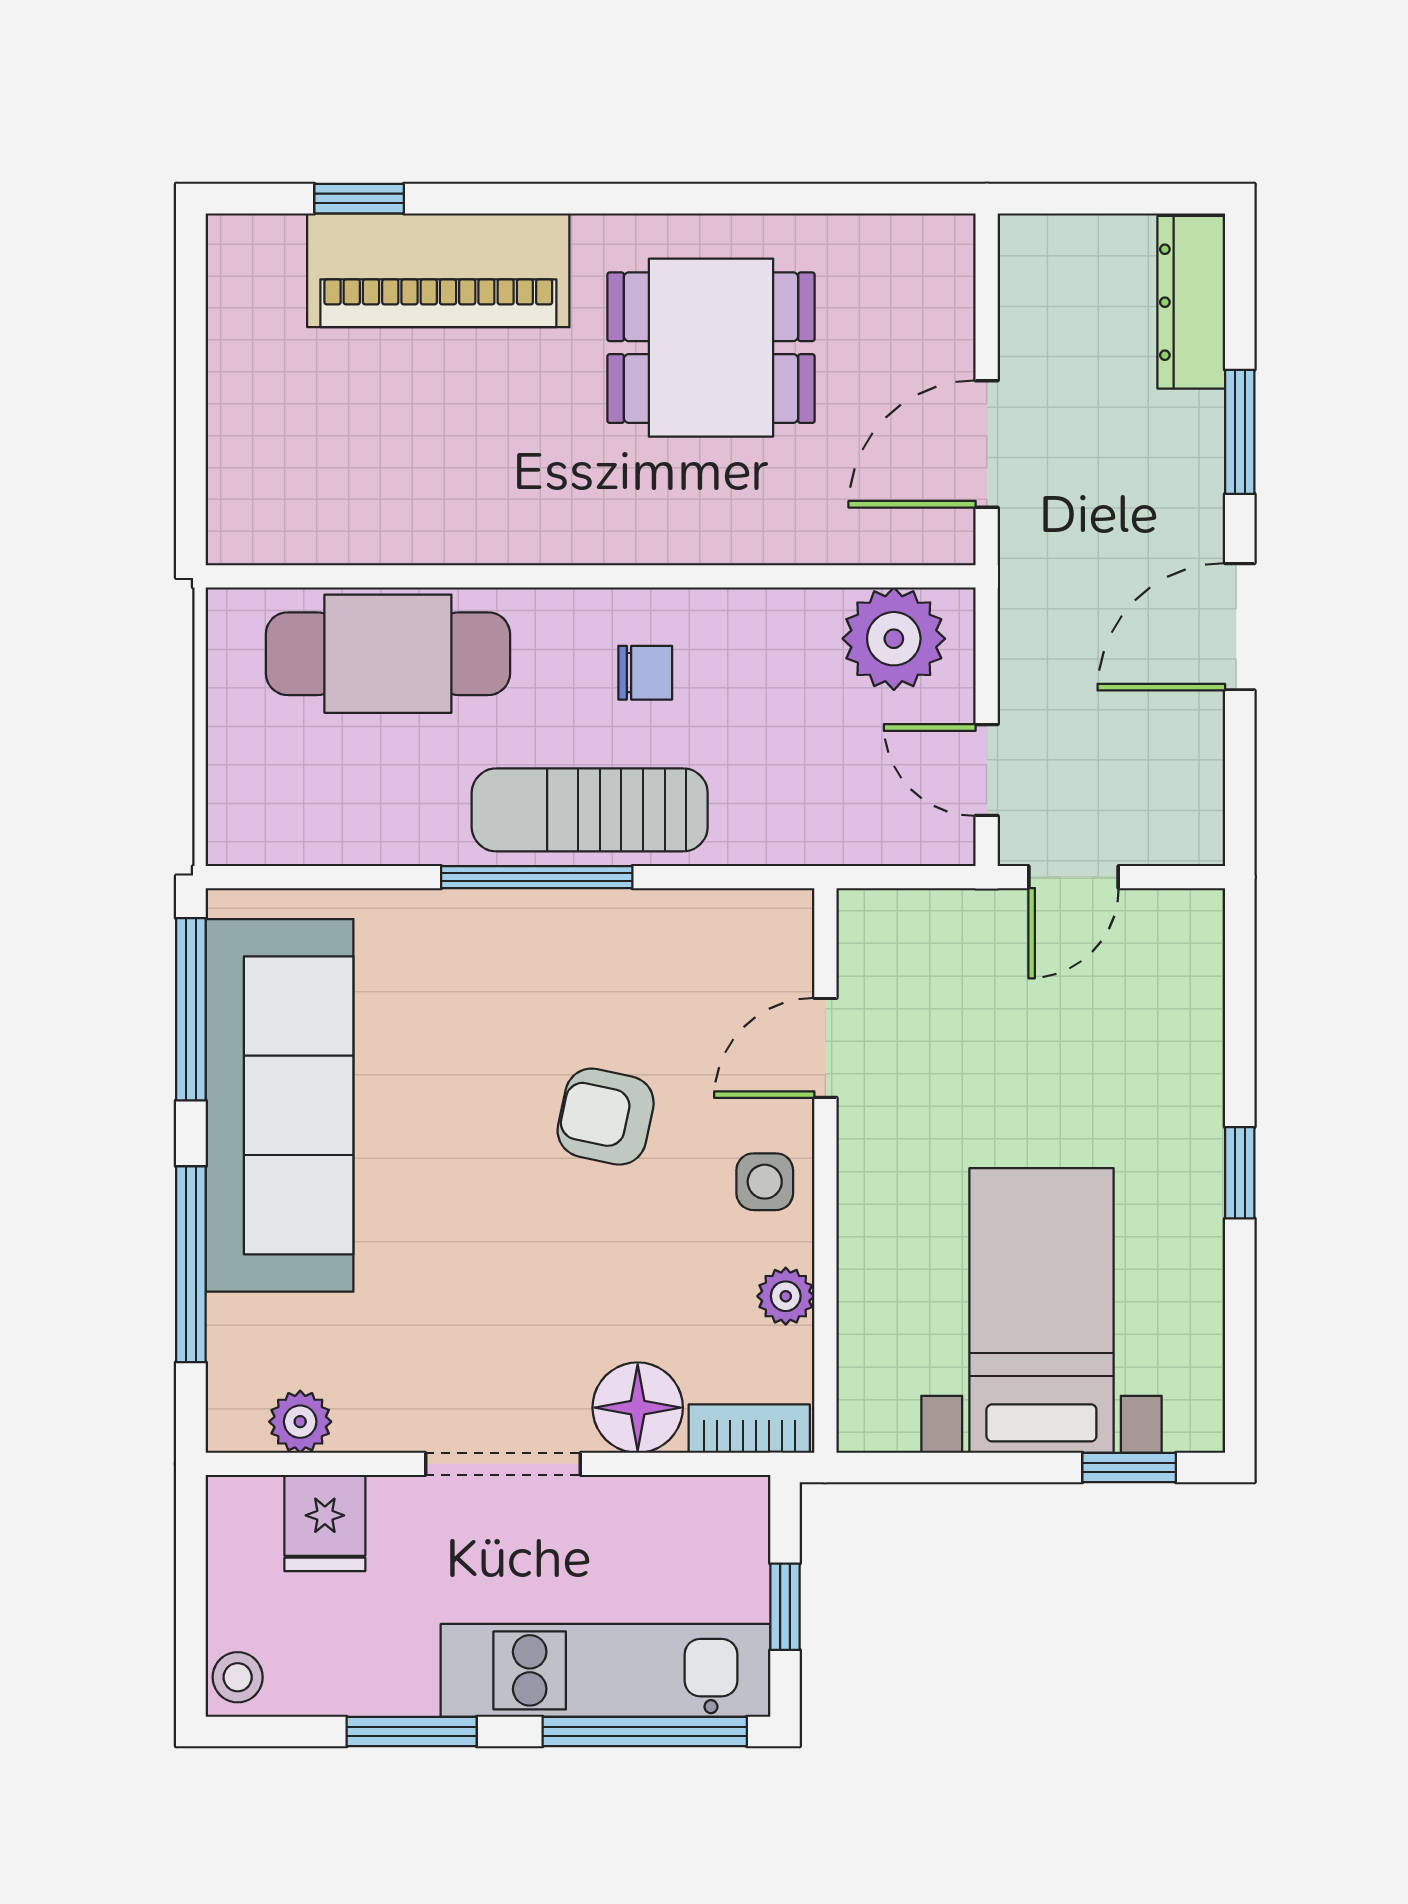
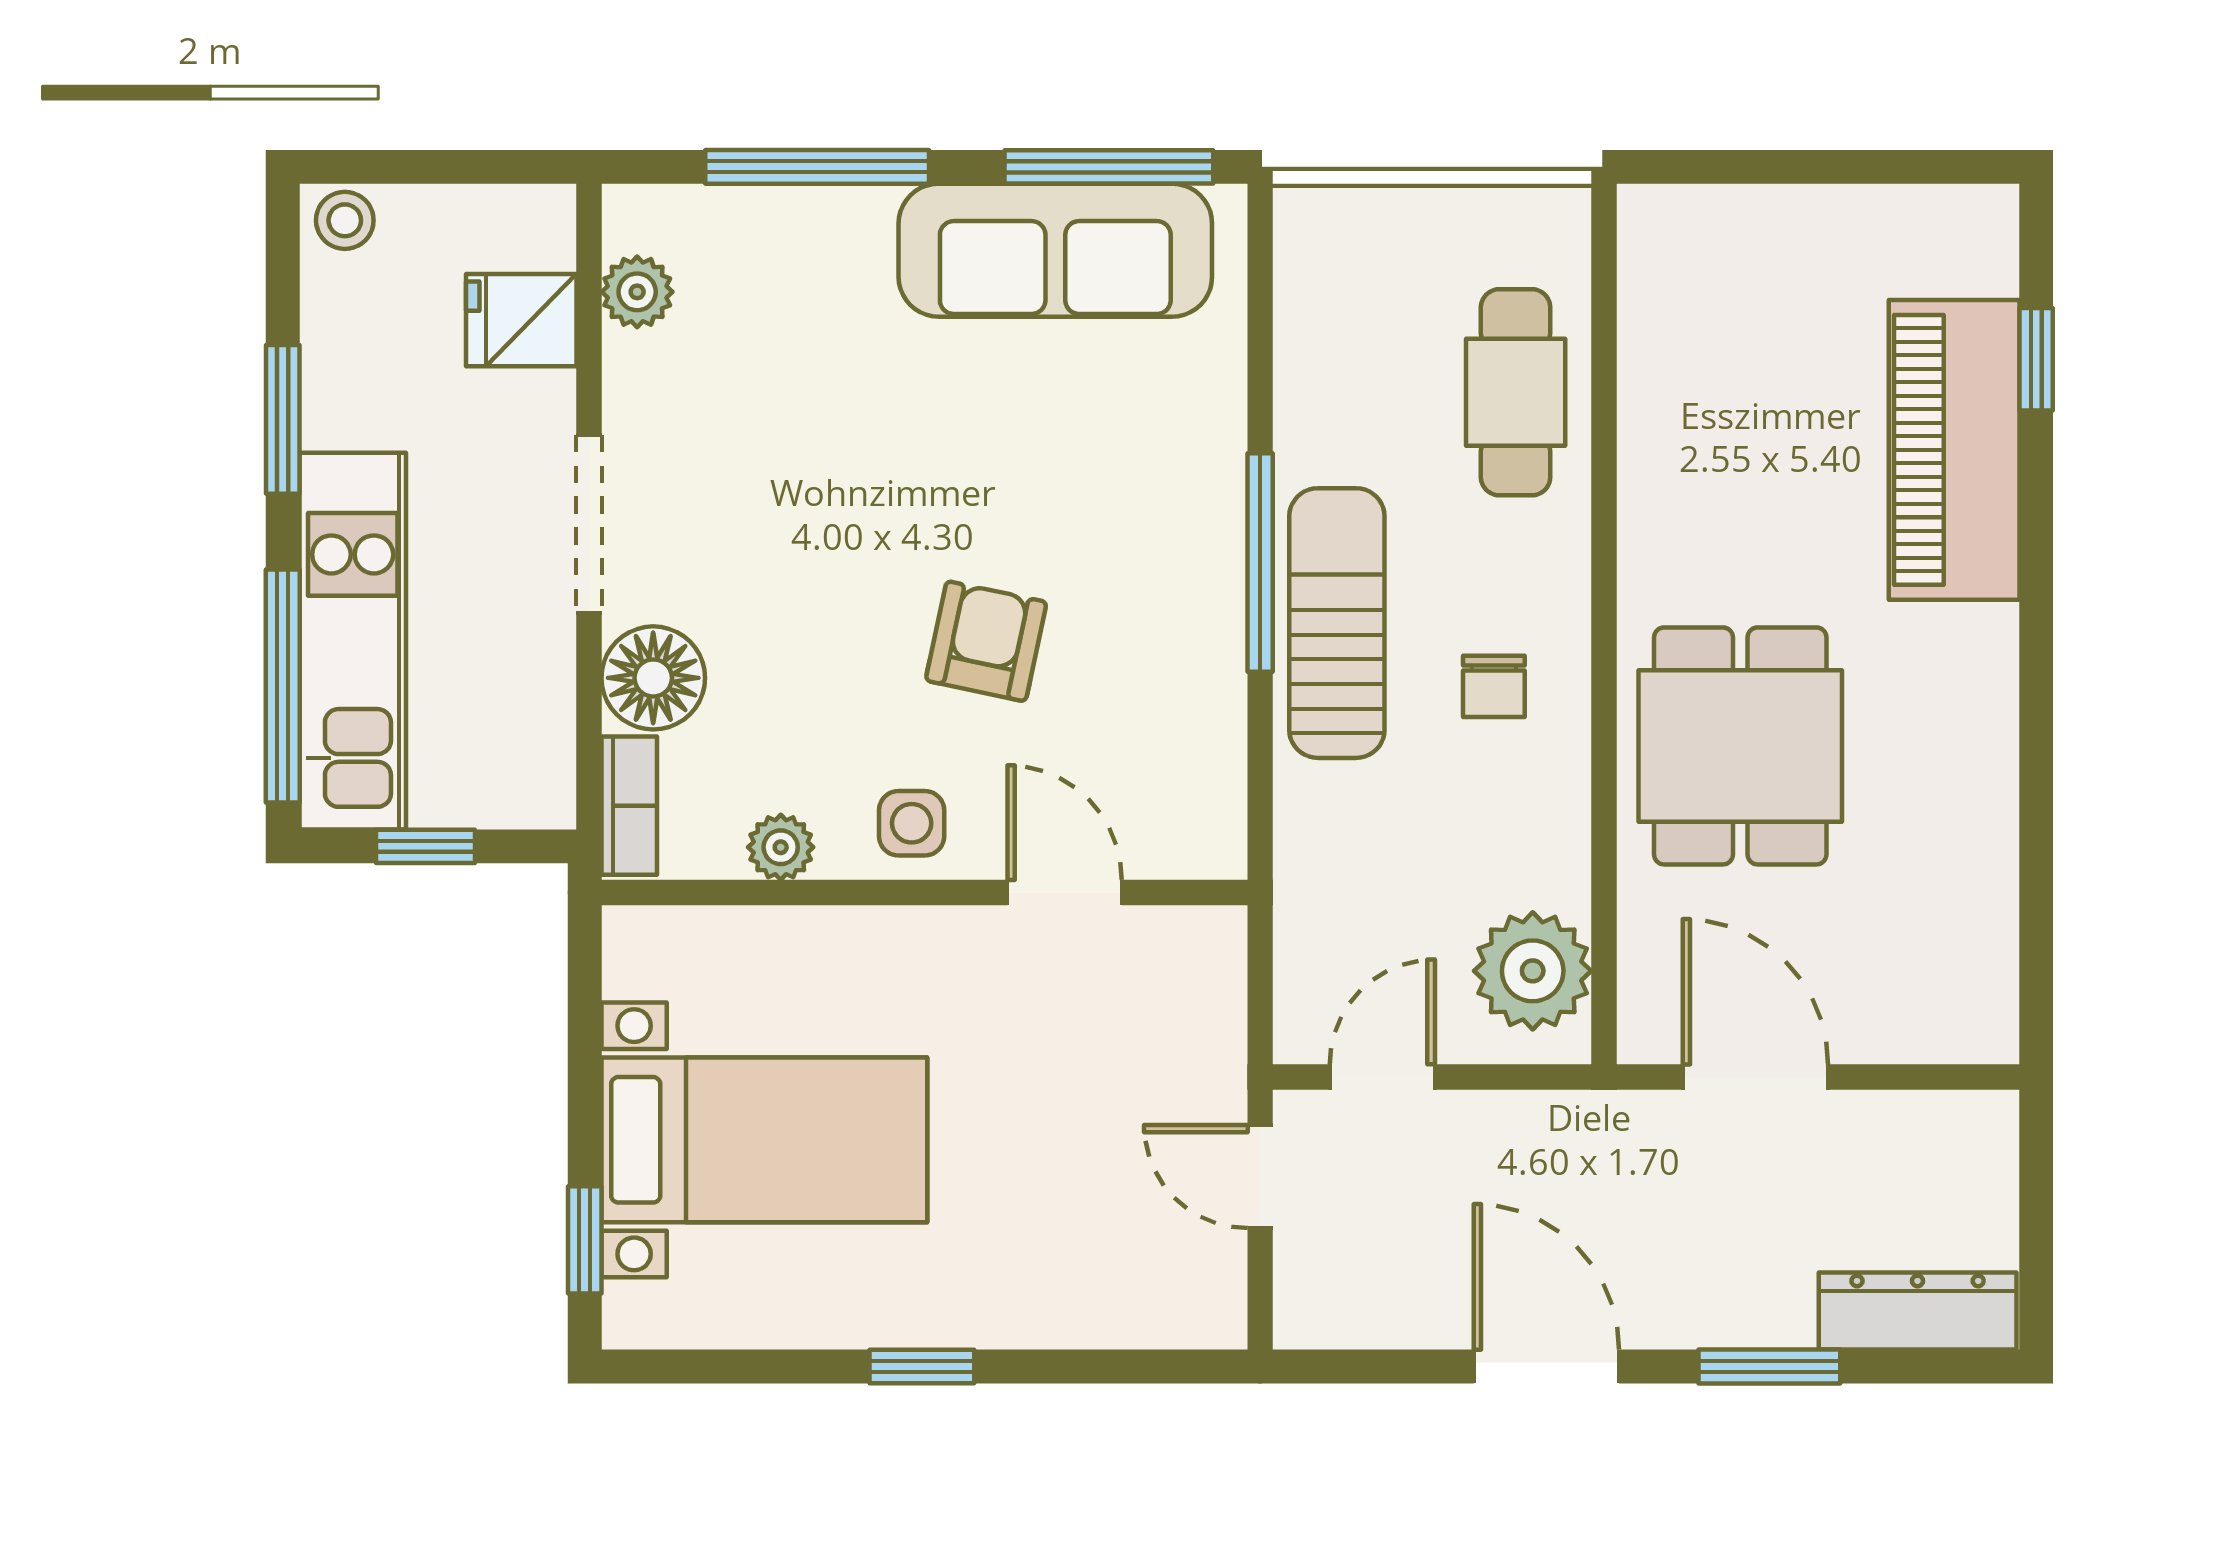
dining table: (711, 348) -> (1740, 746), moved
cafe table: (388, 654) -> (1516, 392), width x0.73, depth x0.74
sofa: (279, 1105) -> (1055, 250), width x0.74, depth x0.79

